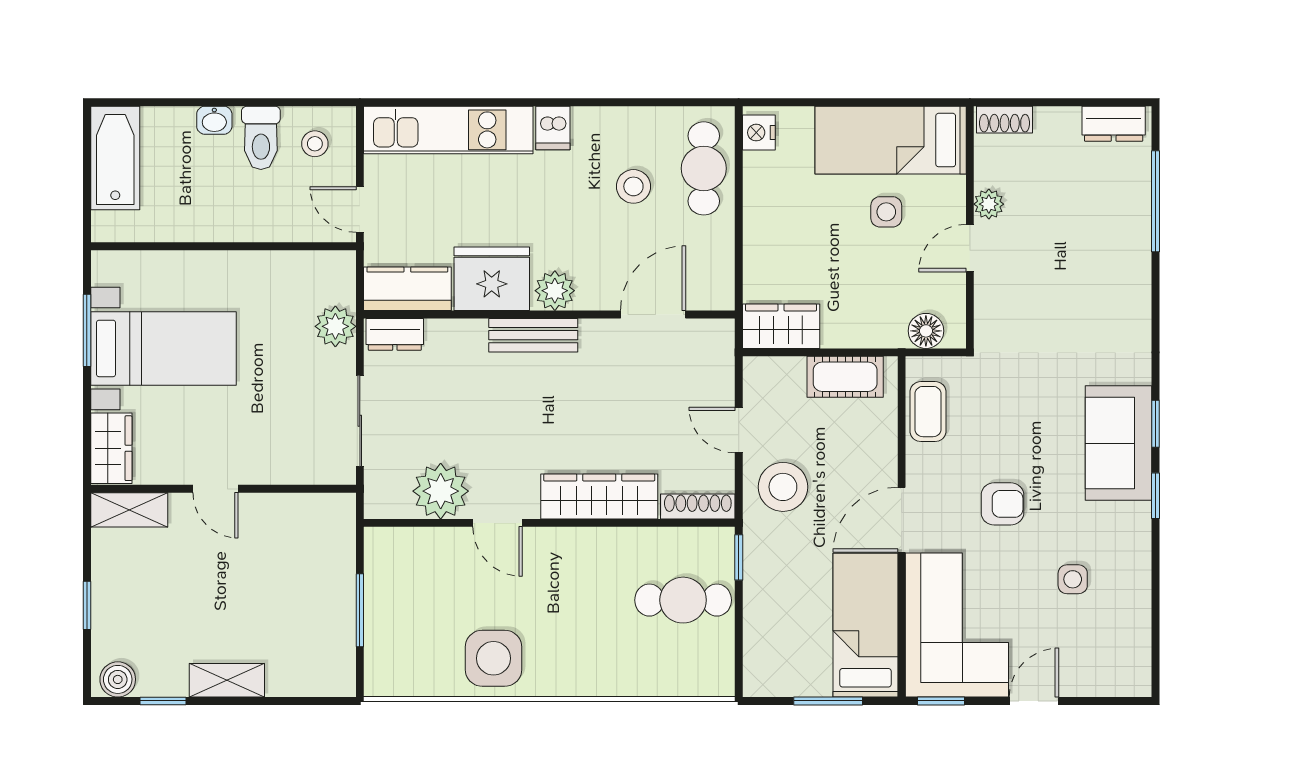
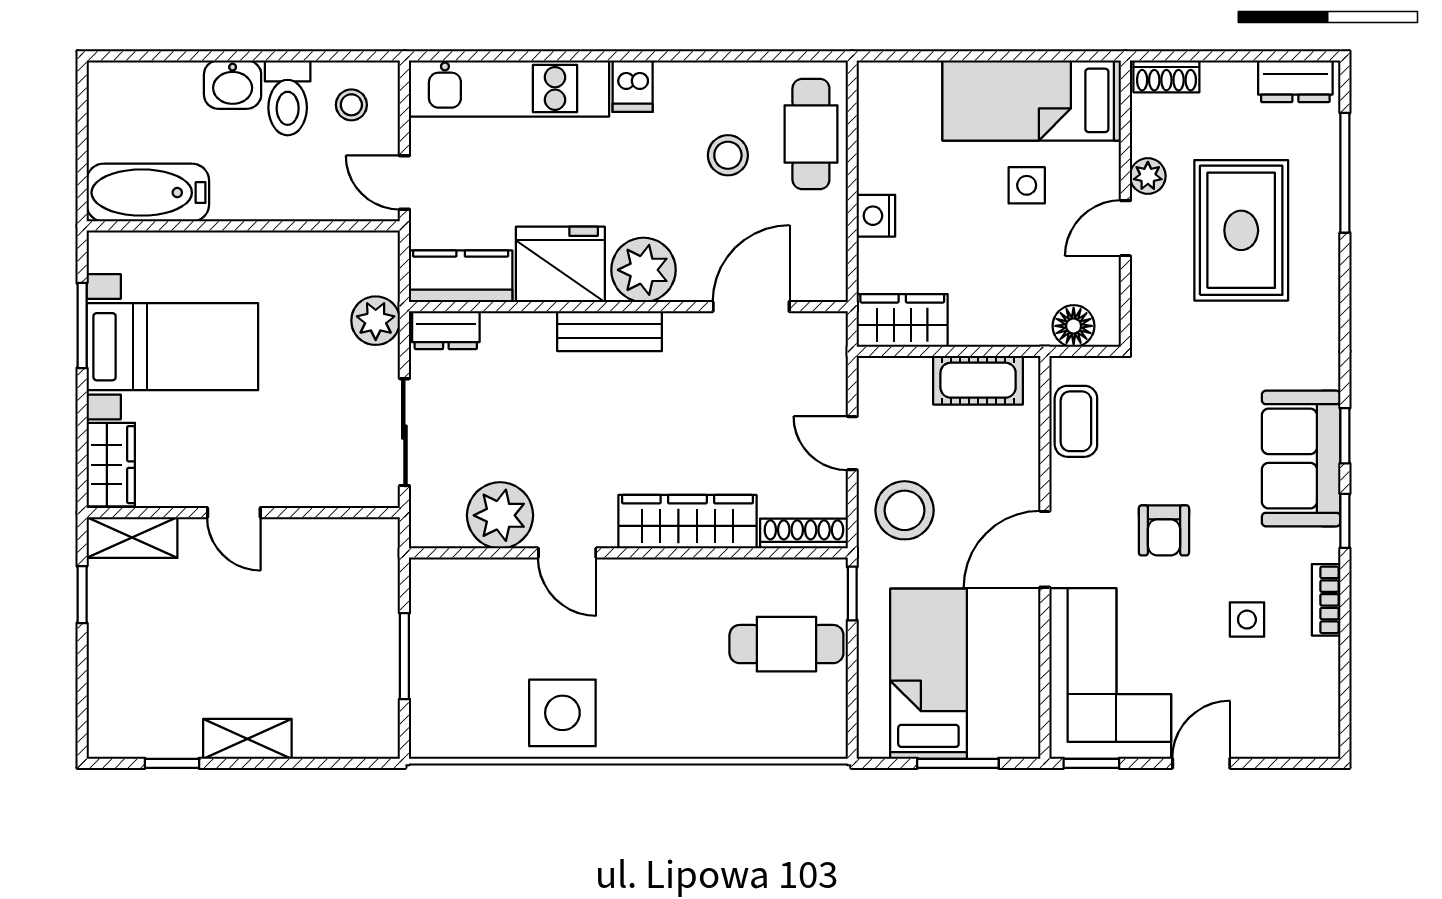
washbasin: (214, 120) -> (233, 85), width x1.38, depth x1.45
nightstand: (759, 133) -> (876, 216), moved
bathtub: (115, 158) -> (148, 193), moved, turned -90
rug: (1068, 250) -> (1241, 230), added
plant: (555, 291) -> (643, 270), width x1.36, depth x1.36
armchair: (1002, 504) -> (1164, 530), turned 90
bookcase: (1140, 563) -> (1326, 600), added
window: (87, 605) -> (82, 595), moved
bed: (865, 625) -> (928, 674), moved
boiler: (118, 679) -> (118, 738), removed

